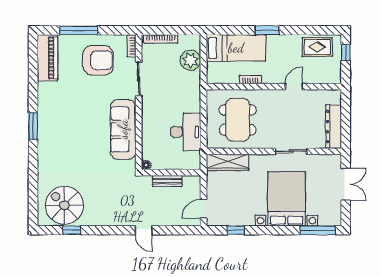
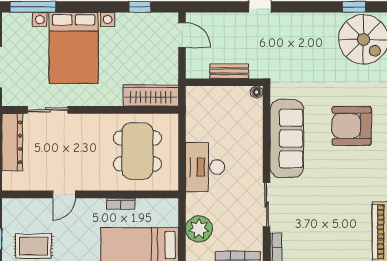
armchair: (98, 60) -> (352, 126), moved
desk: (186, 132) -> (205, 167), moved
sliding door: (291, 151) -> (48, 110), moved
door: (203, 209) -> (182, 35), hinge flipped

